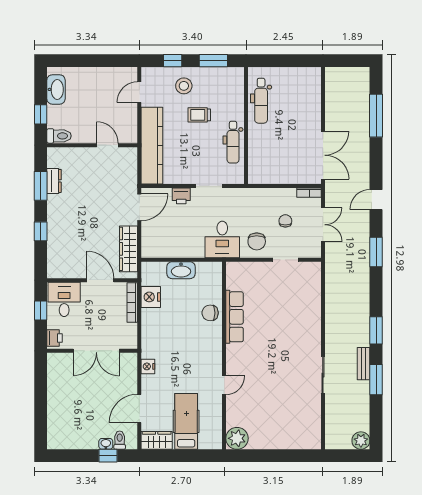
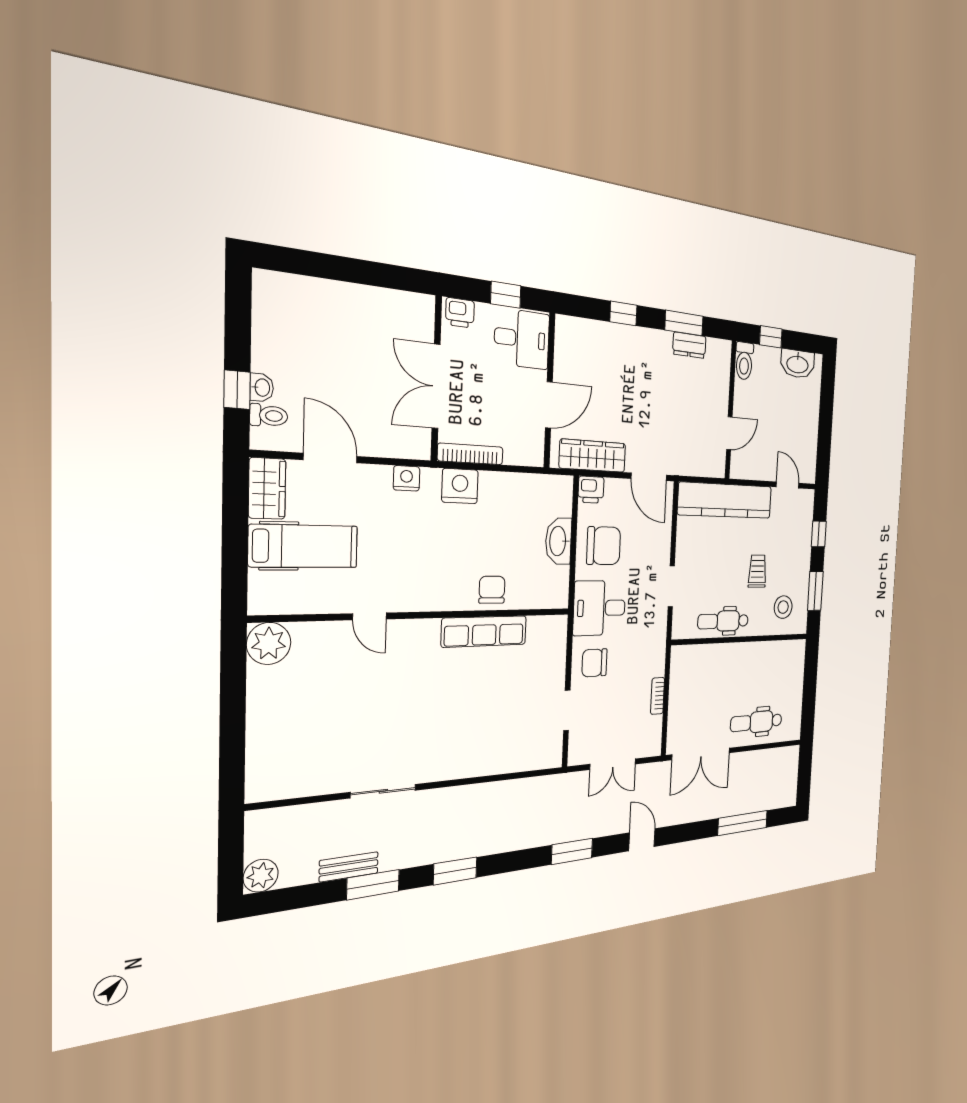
stool: (184, 86) -> (783, 607), moved
dental chair: (261, 101) -> (756, 722), moved
bookcase: (309, 193) -> (658, 696), moved
printer: (181, 196) -> (591, 490), moved, turned -90
chair: (285, 221) -> (604, 546), moved, width x1.87, depth x1.87
nightstand: (151, 297) -> (460, 486), moved
bookcase: (132, 303) -> (470, 454), moved
bench: (364, 364) -> (349, 867), moved

